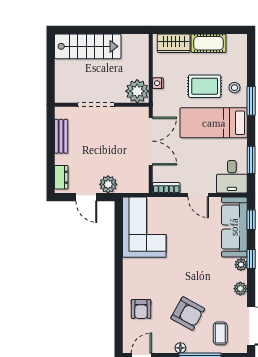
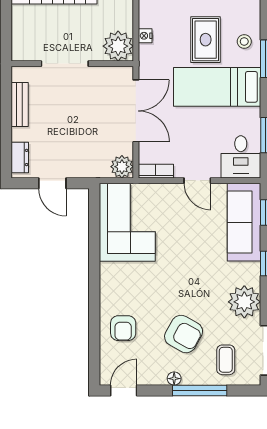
rug: (205, 86) -> (206, 40), turned 90
plant: (108, 184) -> (122, 167), moved
plant: (241, 265) -> (253, 271), removed
plant: (240, 289) -> (244, 302), width x1.88, depth x1.88

